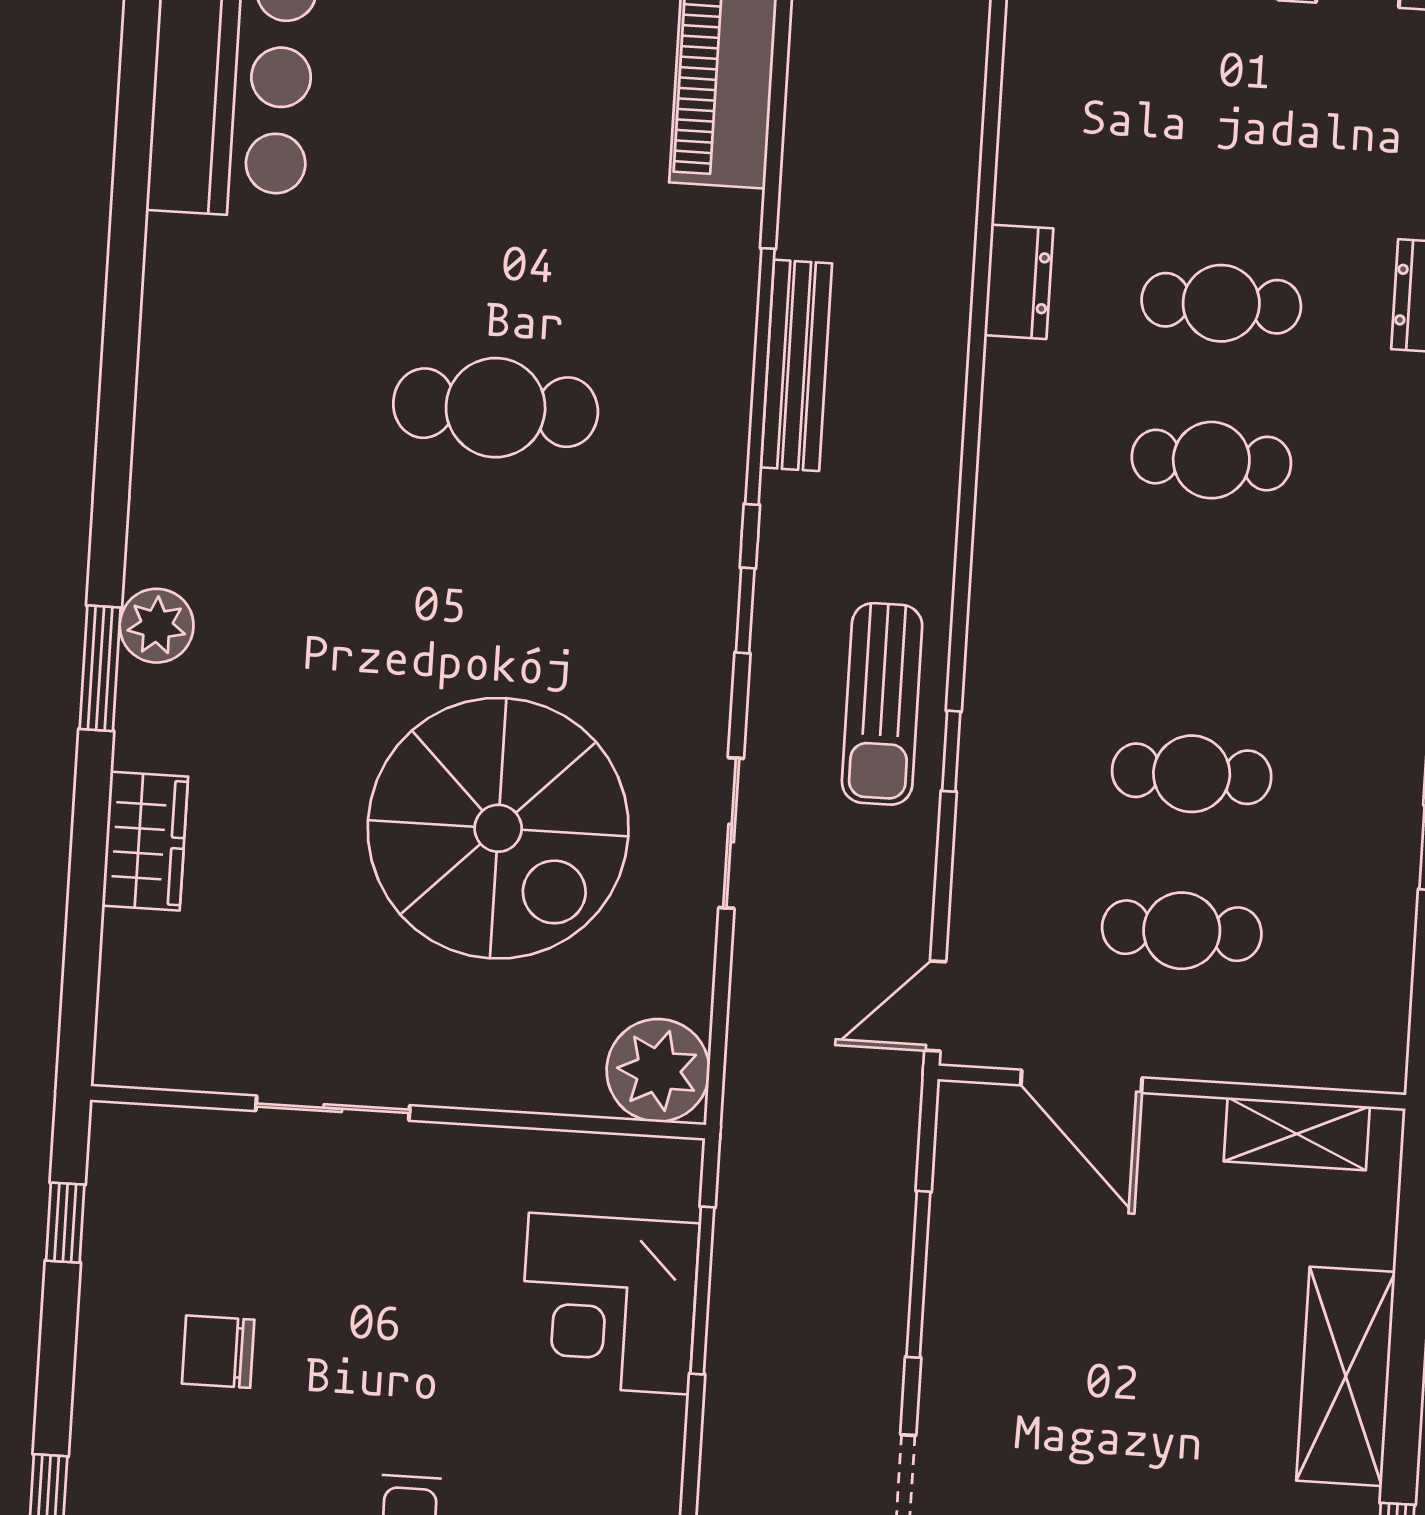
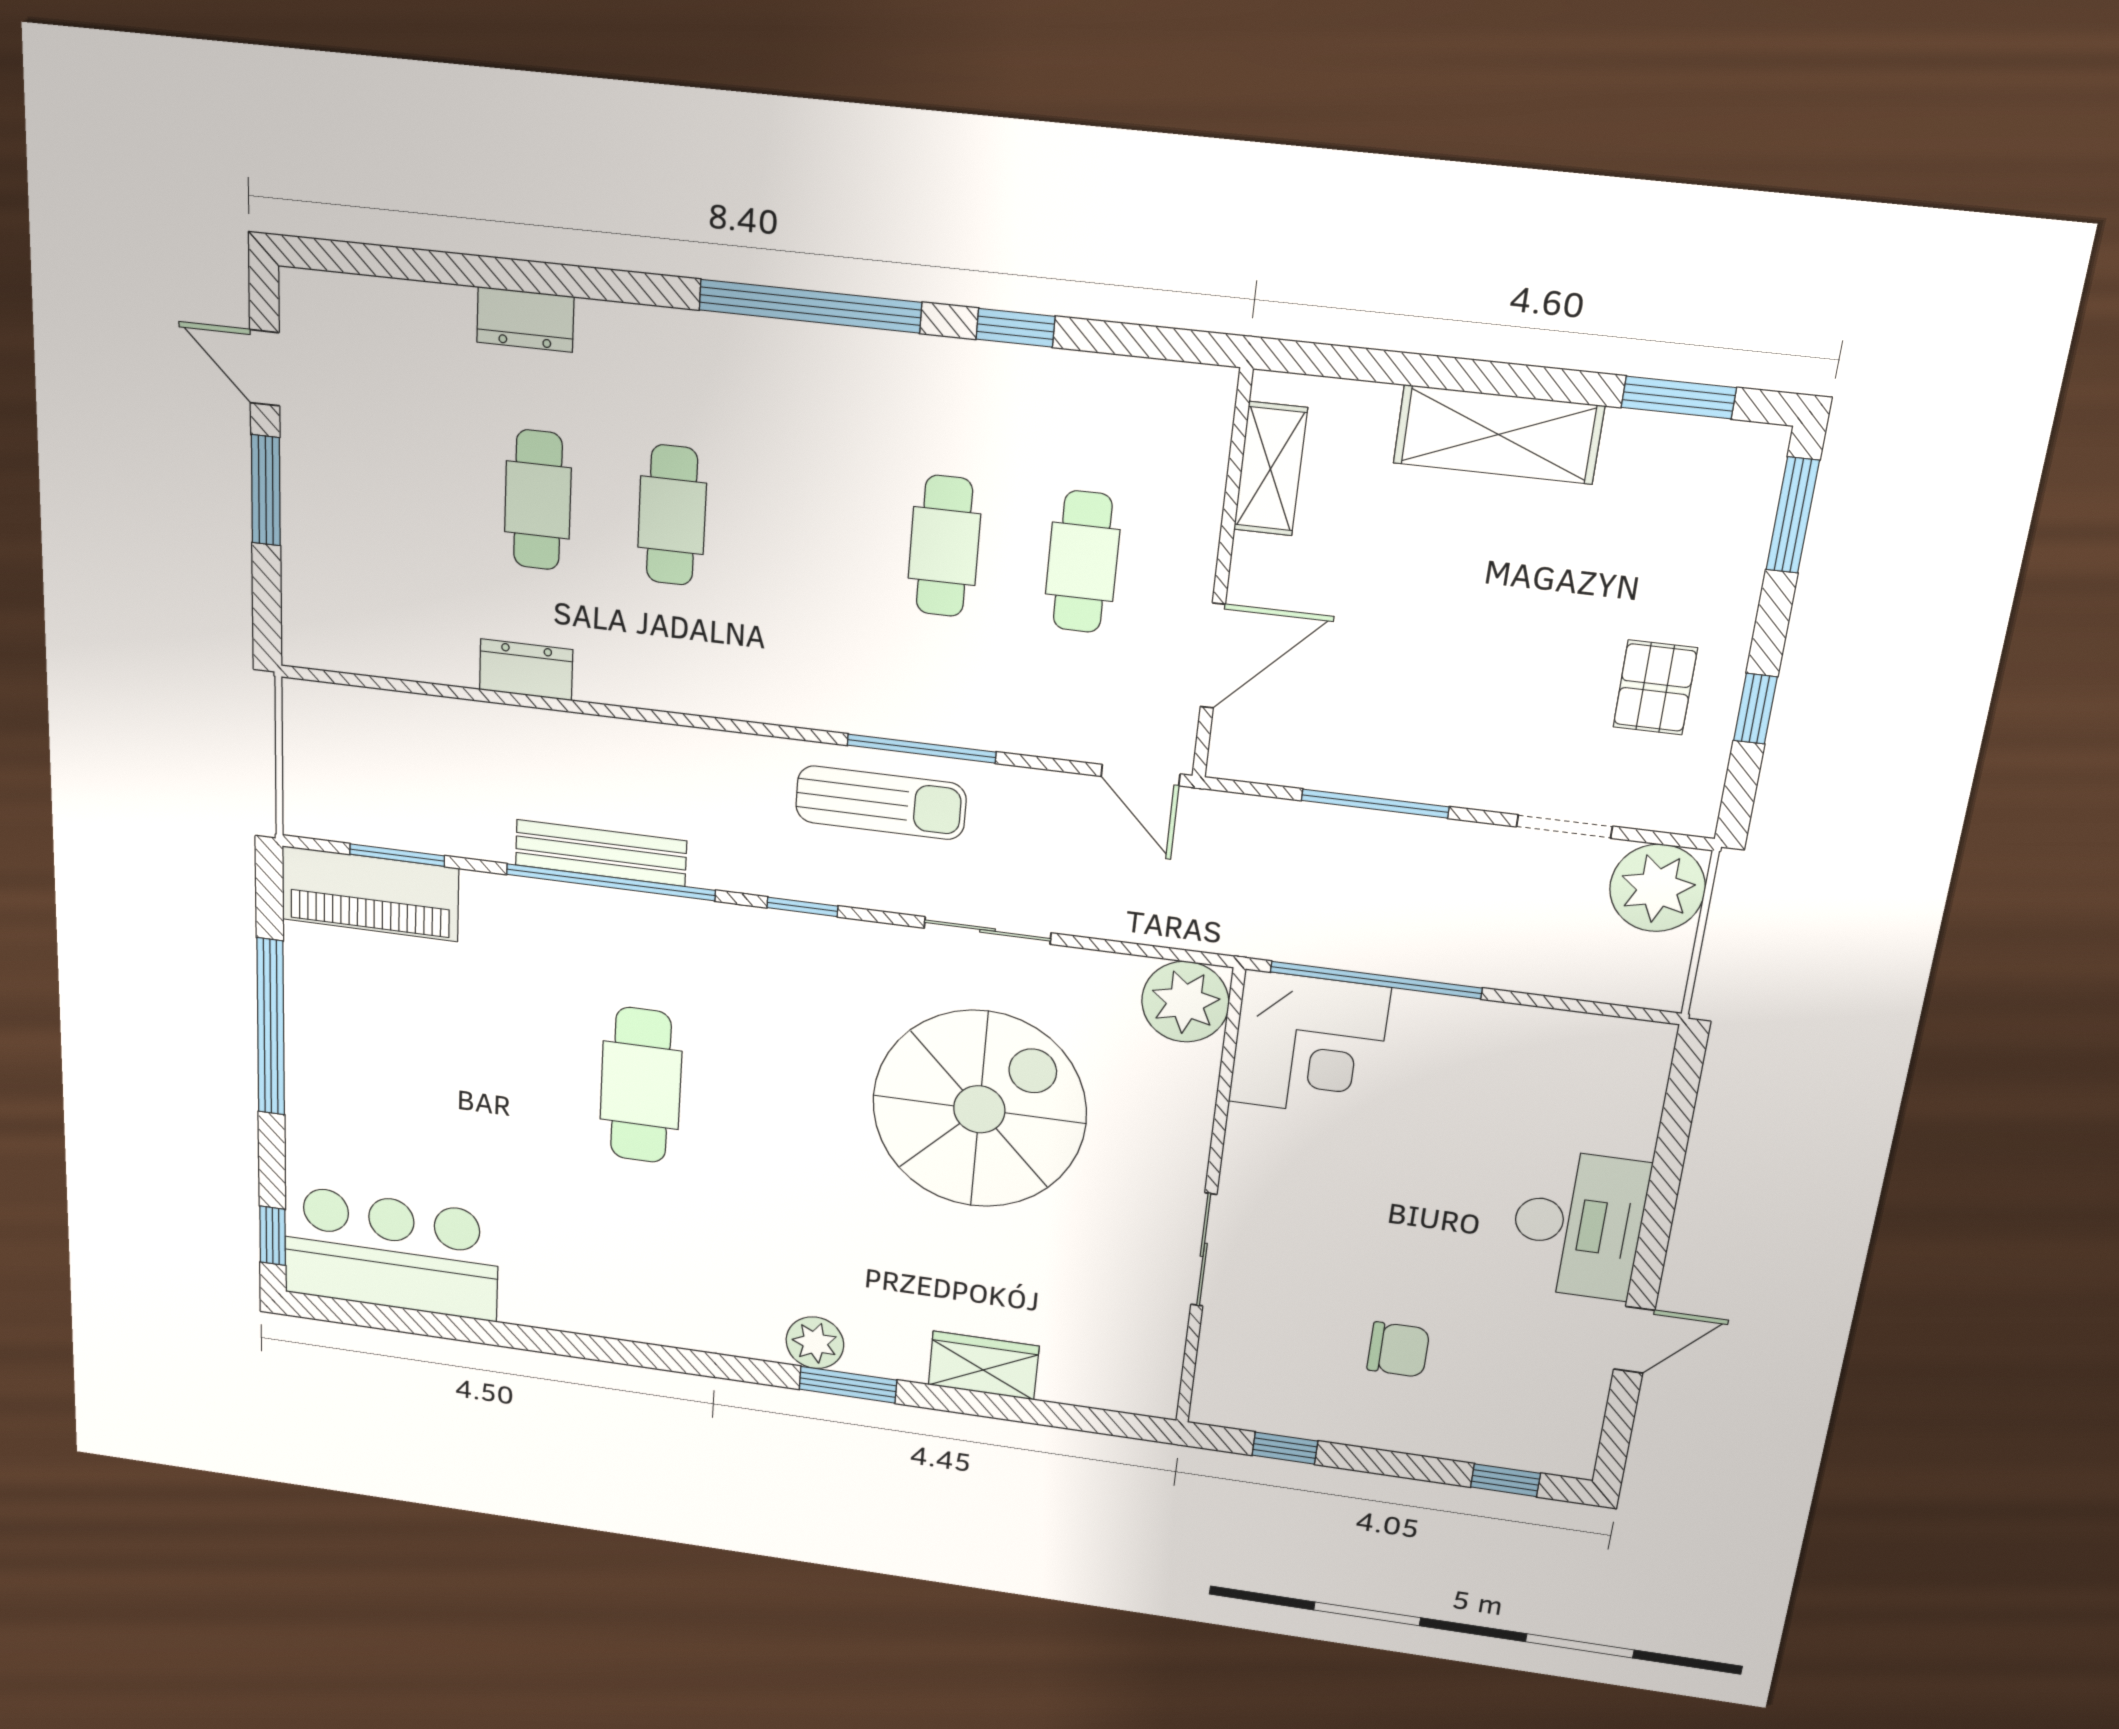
window: (777, 112) -> (397, 855), added
window: (951, 751) -> (922, 749), width x2.17
window: (702, 1290) -> (1376, 980), width x1.46
corner desk: (609, 1304) -> (1309, 1045), moved
chair: (218, 1352) -> (1398, 1350), turned -90

